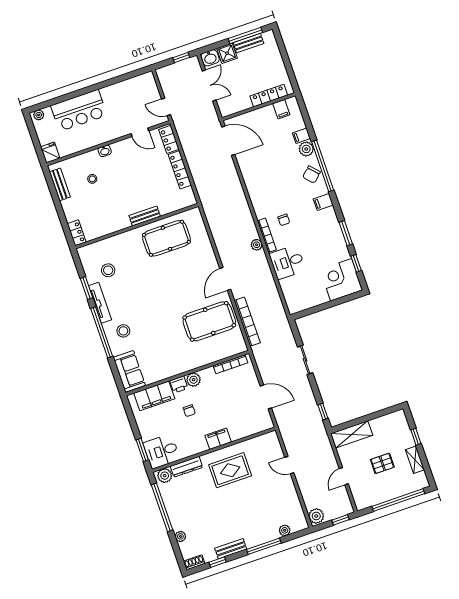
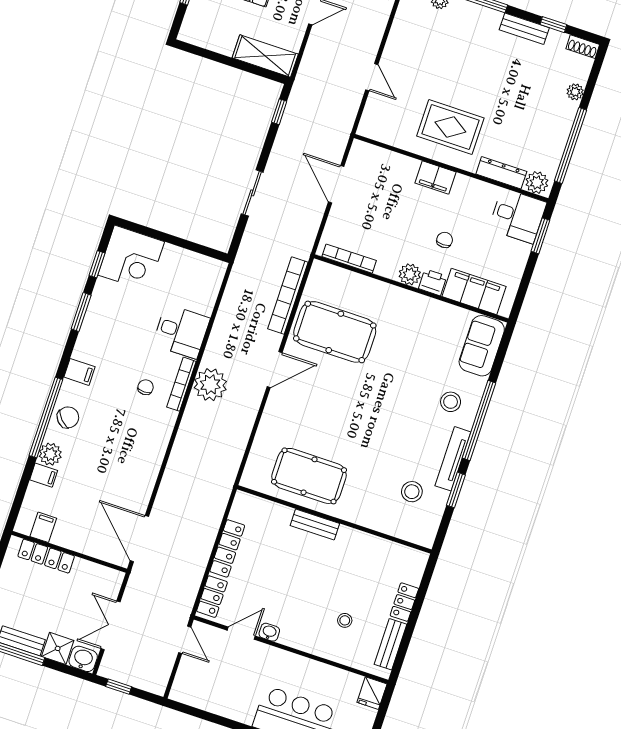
door: (140, 132) -> (241, 633), hinge flipped
washbasin: (105, 151) -> (269, 632), moved
locker: (77, 233) -> (404, 602), moved
plant: (257, 245) -> (210, 385), width x1.88, depth x1.88

